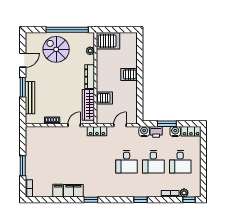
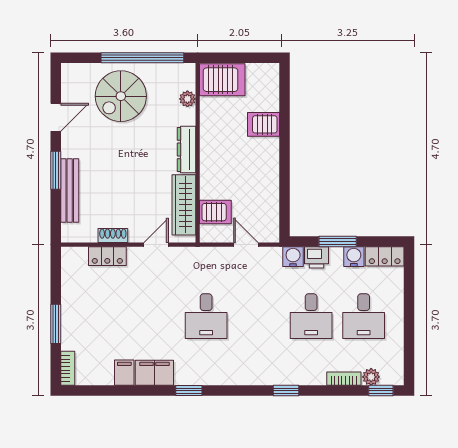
spiral stairs: (56, 49) -> (121, 96), turned -90
server rack: (129, 74) -> (263, 124), moved
server rack: (104, 98) -> (215, 212), moved
door: (120, 125) -> (246, 245), hinge flipped
locker: (97, 131) -> (107, 256), moved
desk: (127, 162) -> (206, 316), moved

